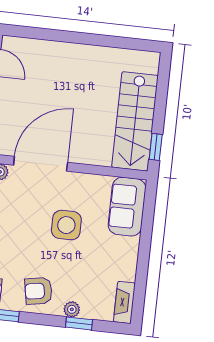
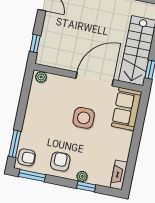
door: (41, 164) -> (95, 79), moved
armchair: (38, 291) -> (60, 162), turned 100

